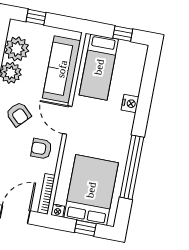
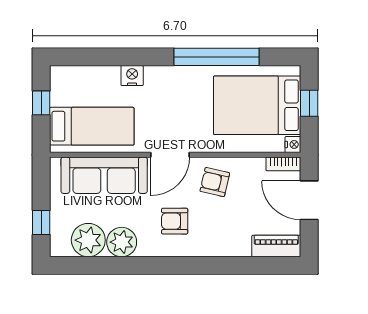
armchair: (19, 114) -> (175, 221), turned -134
armchair: (41, 149) -> (215, 182), turned 103
bookcase: (46, 194) -> (283, 164), width x0.64

